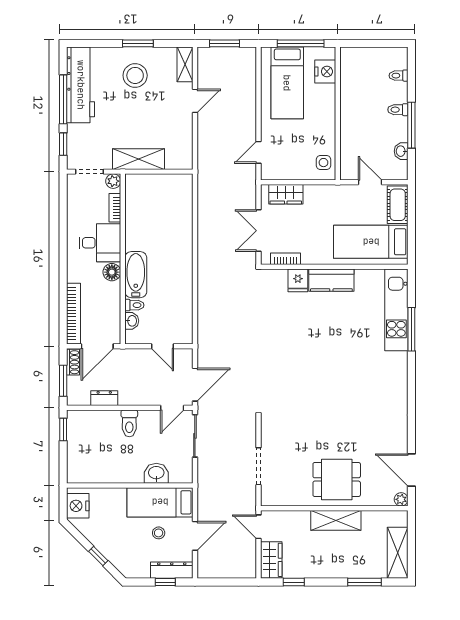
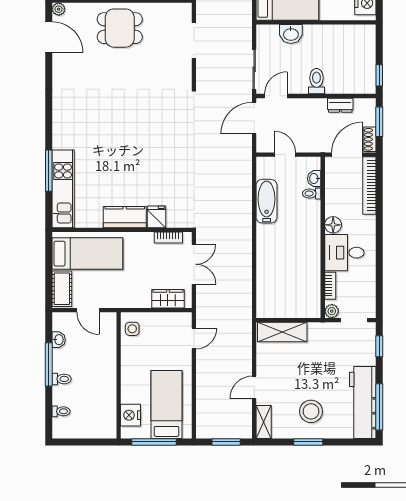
window: (63, 99) -> (379, 407), moved
shelving: (138, 159) -> (282, 332), moved
bathtub: (136, 275) -> (267, 201), moved, turned 180

